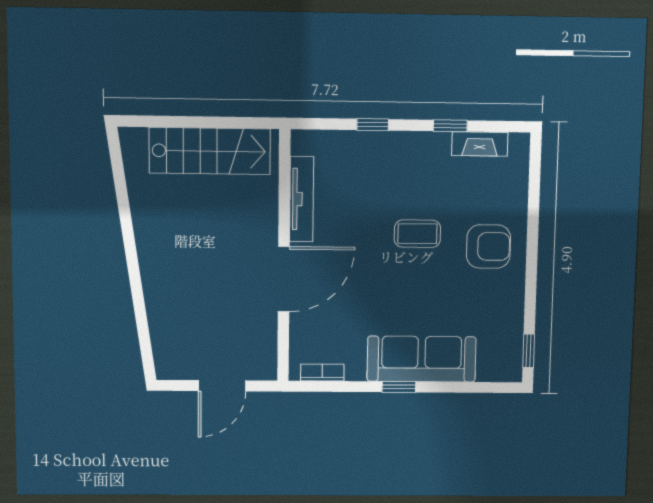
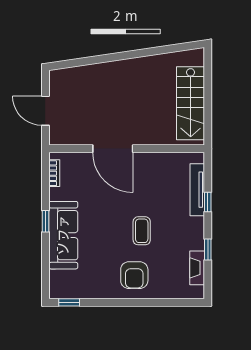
tv unit: (302, 199) -> (197, 190), moved, turned 90

